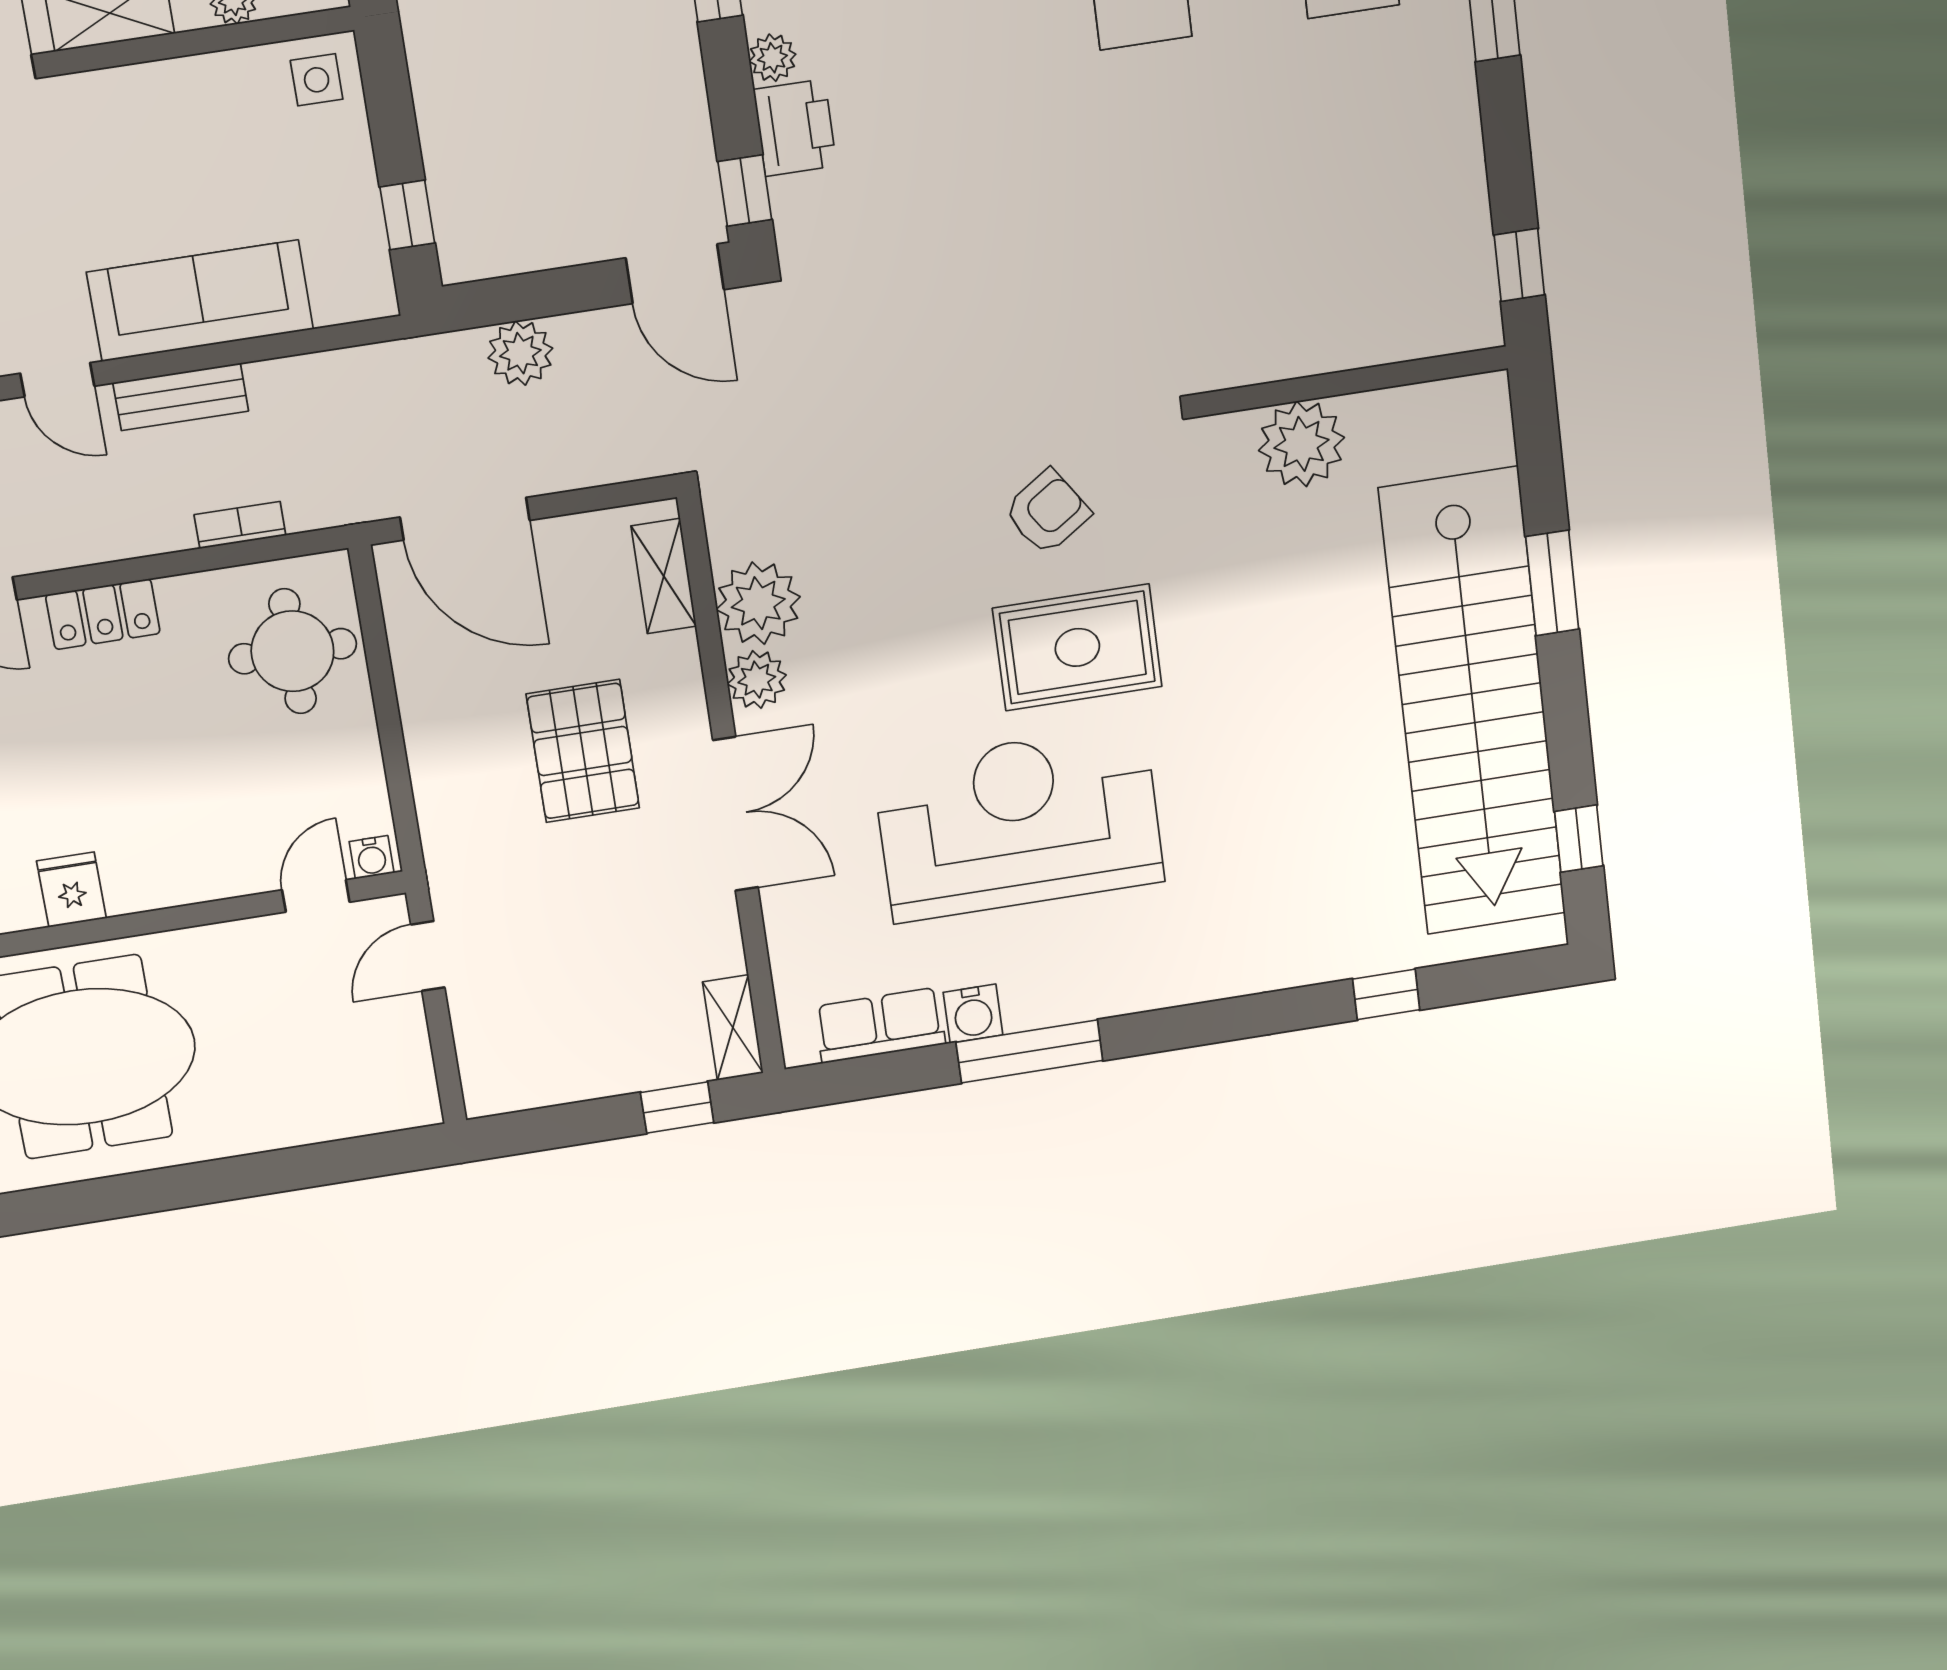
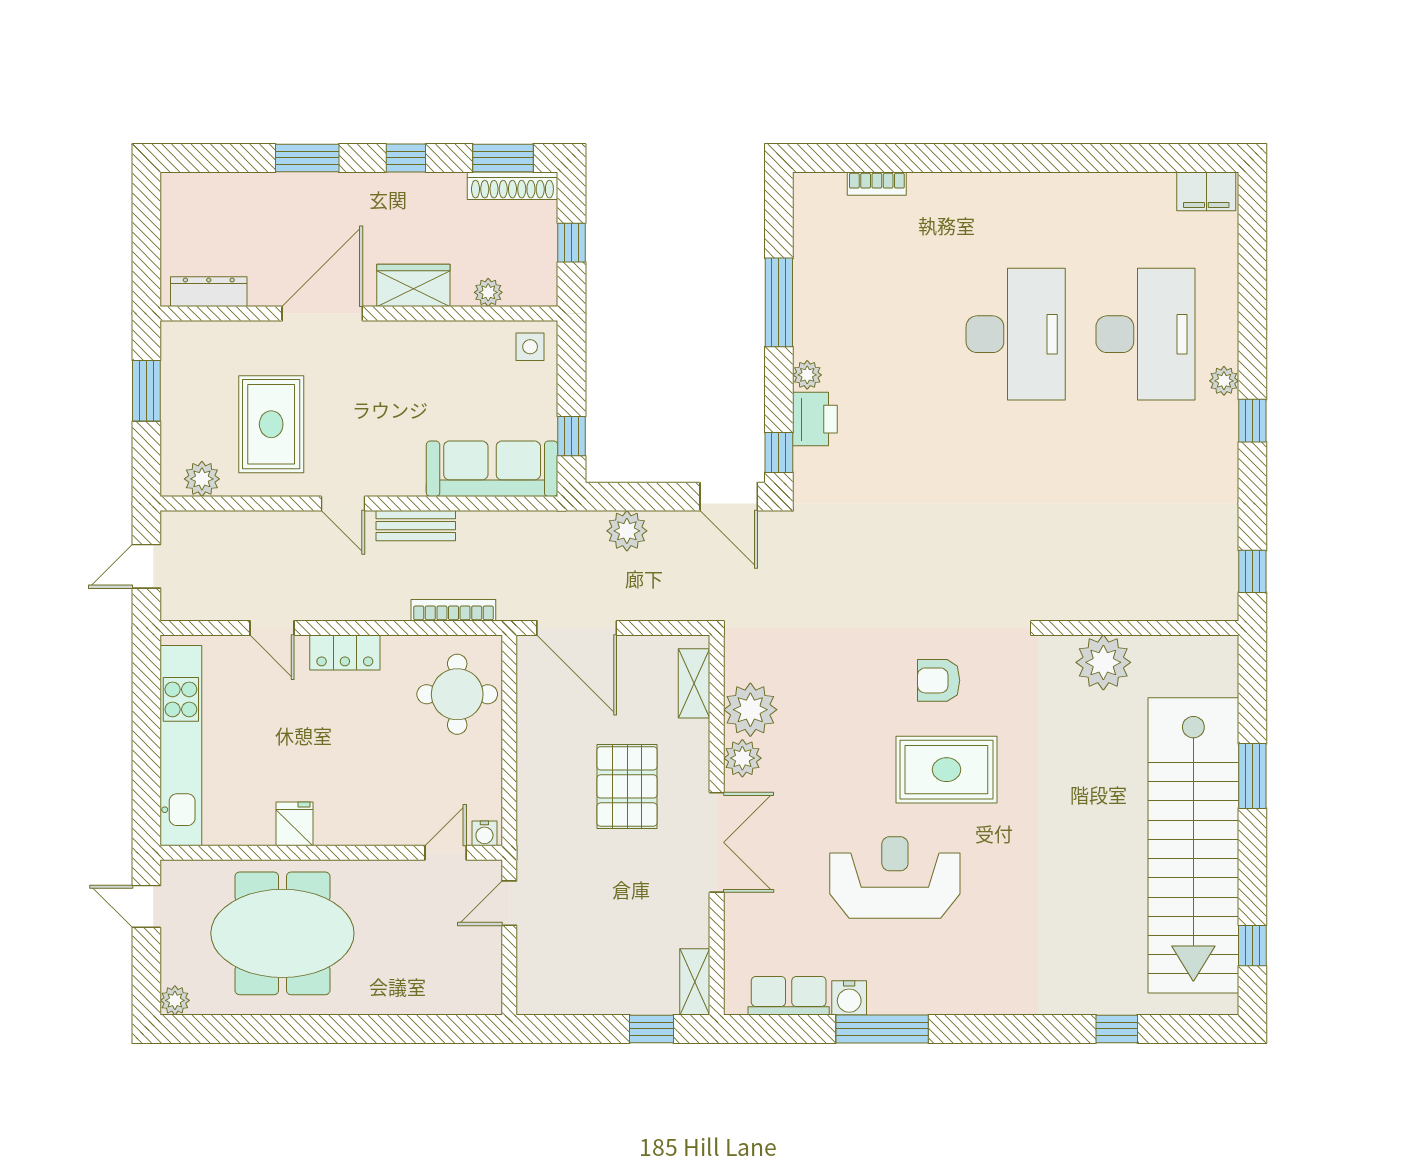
sofa: (200, 301) -> (492, 469), moved
armchair: (1047, 512) -> (939, 680), turned -146
bookcase: (240, 525) -> (453, 610), width x1.56
reception desk: (1019, 823) -> (895, 877), width x0.74, depth x0.77

